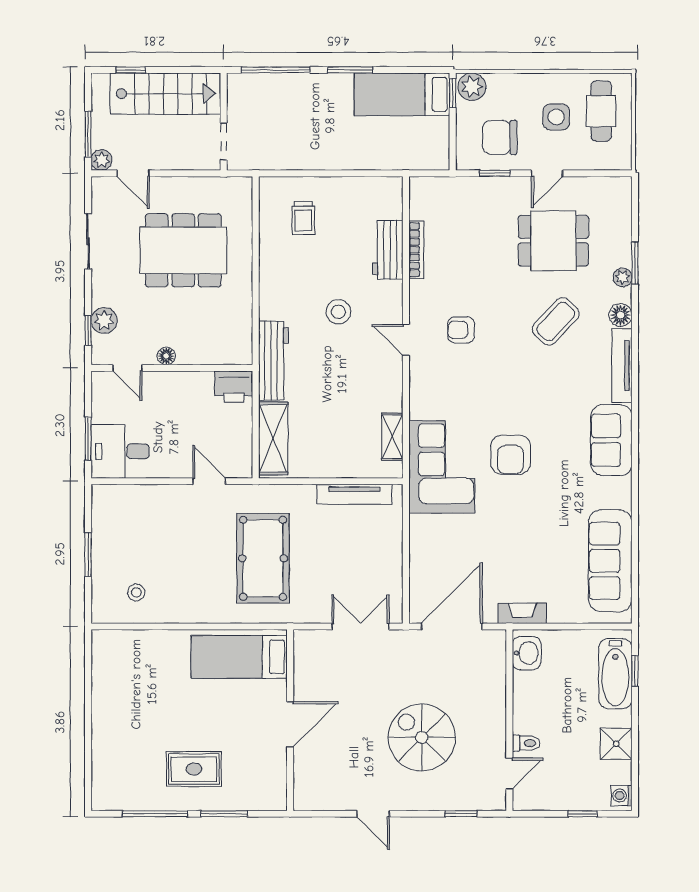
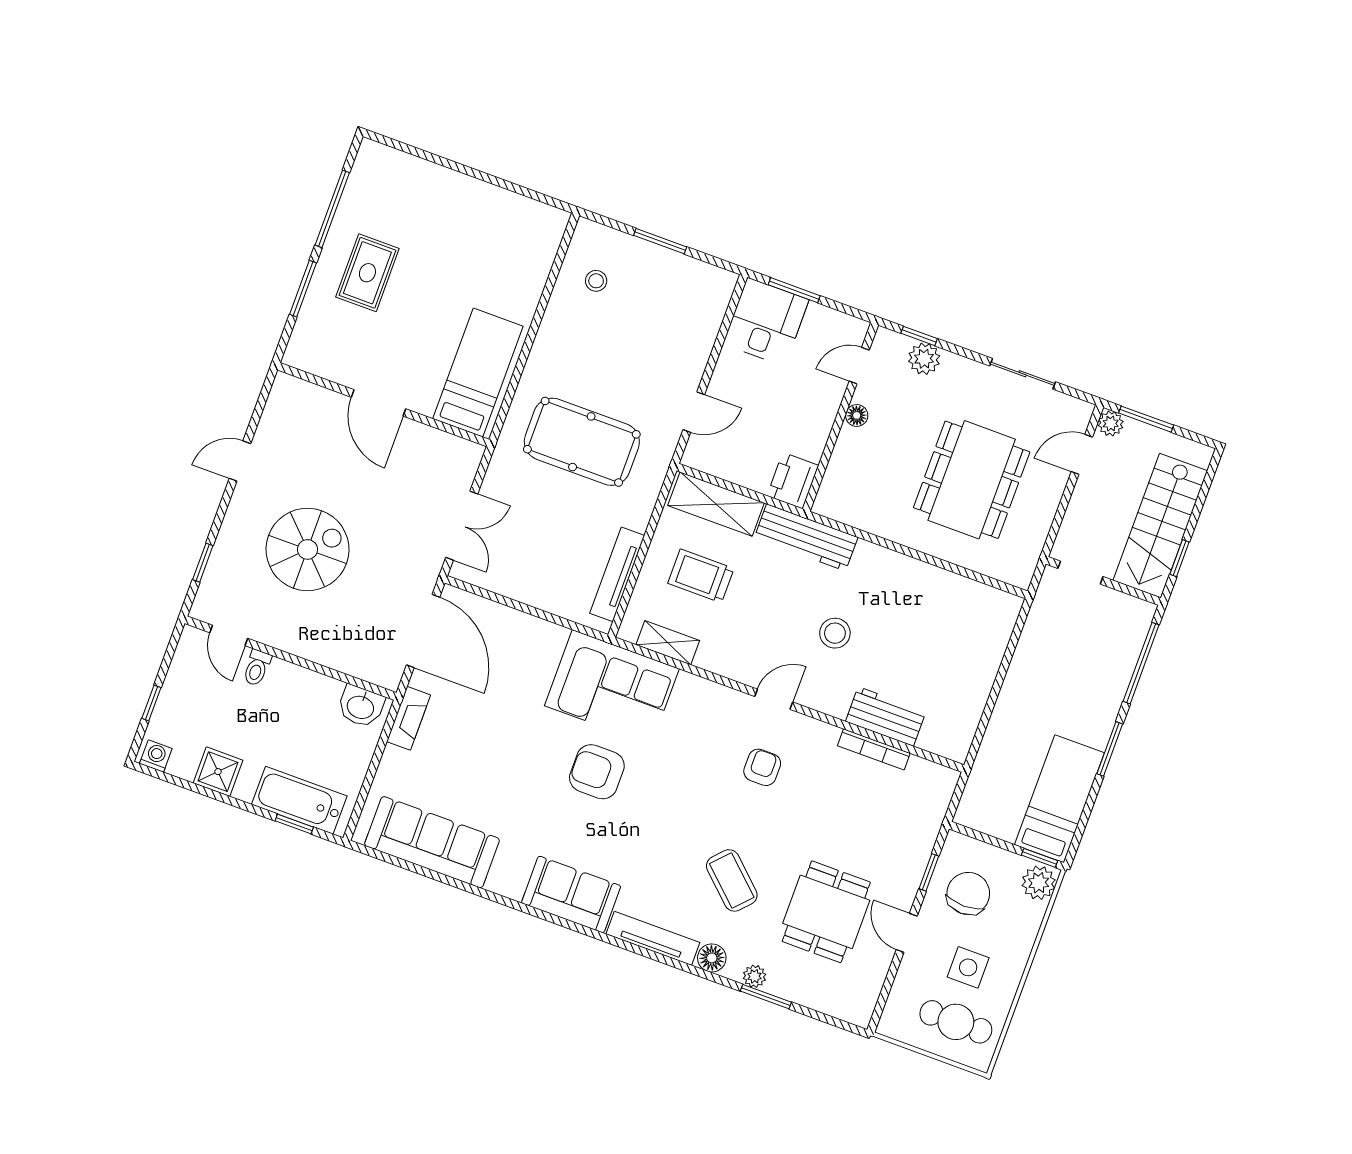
window: (131, 70) -> (1180, 558), moved
trolley: (303, 218) -> (701, 576), moved, width x1.36, depth x1.39

